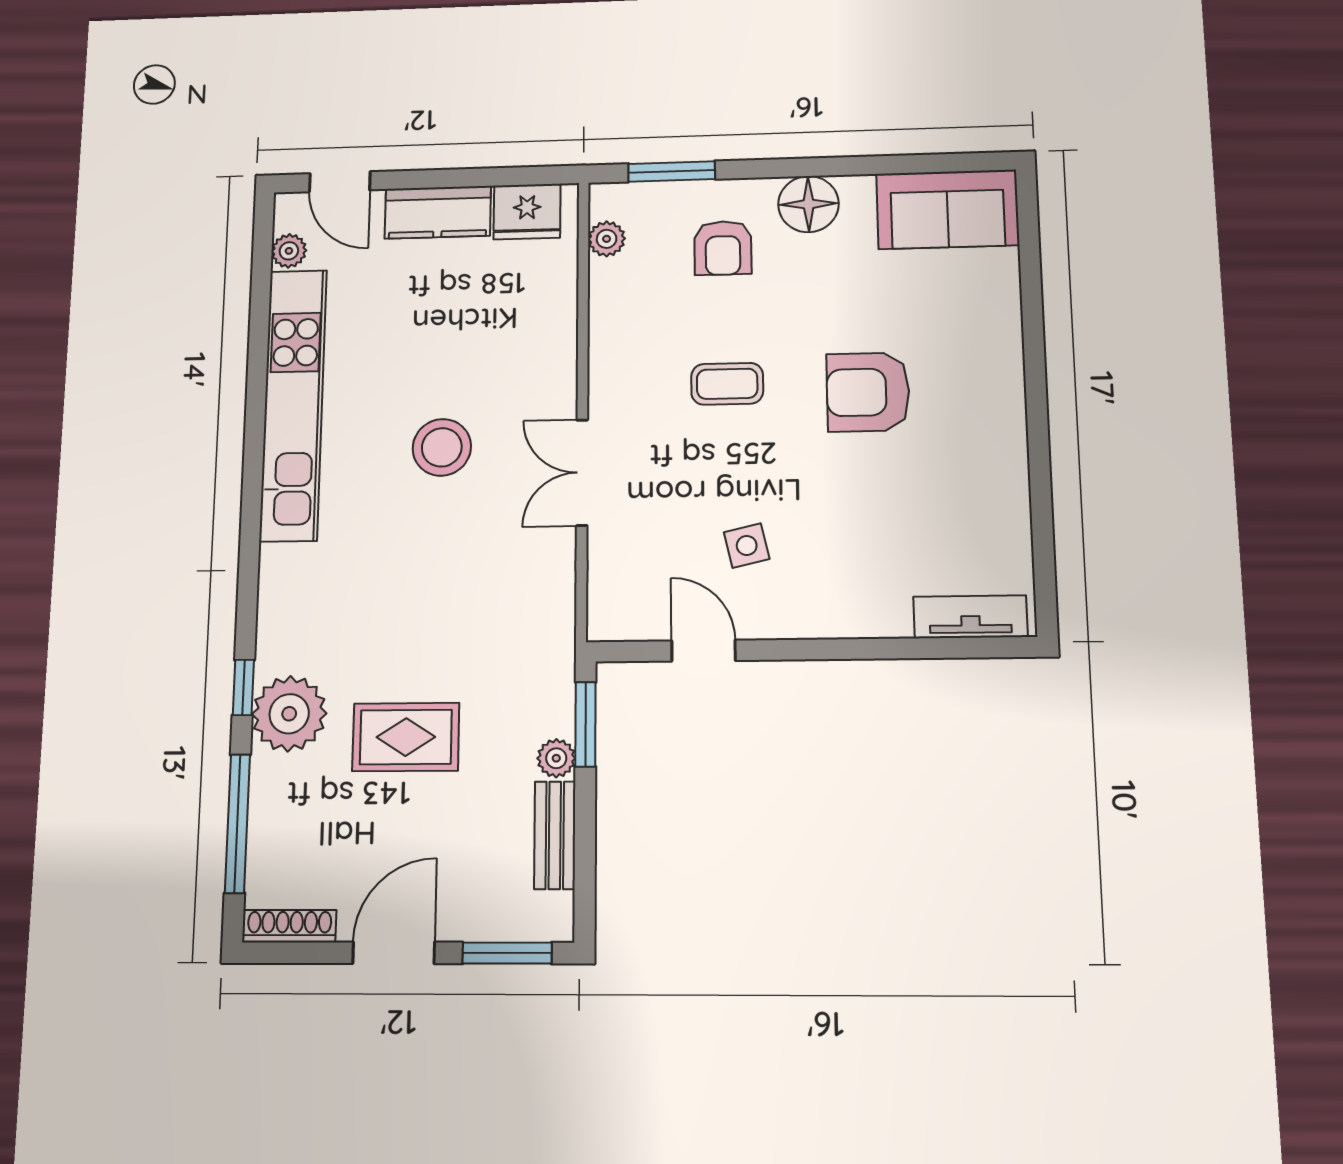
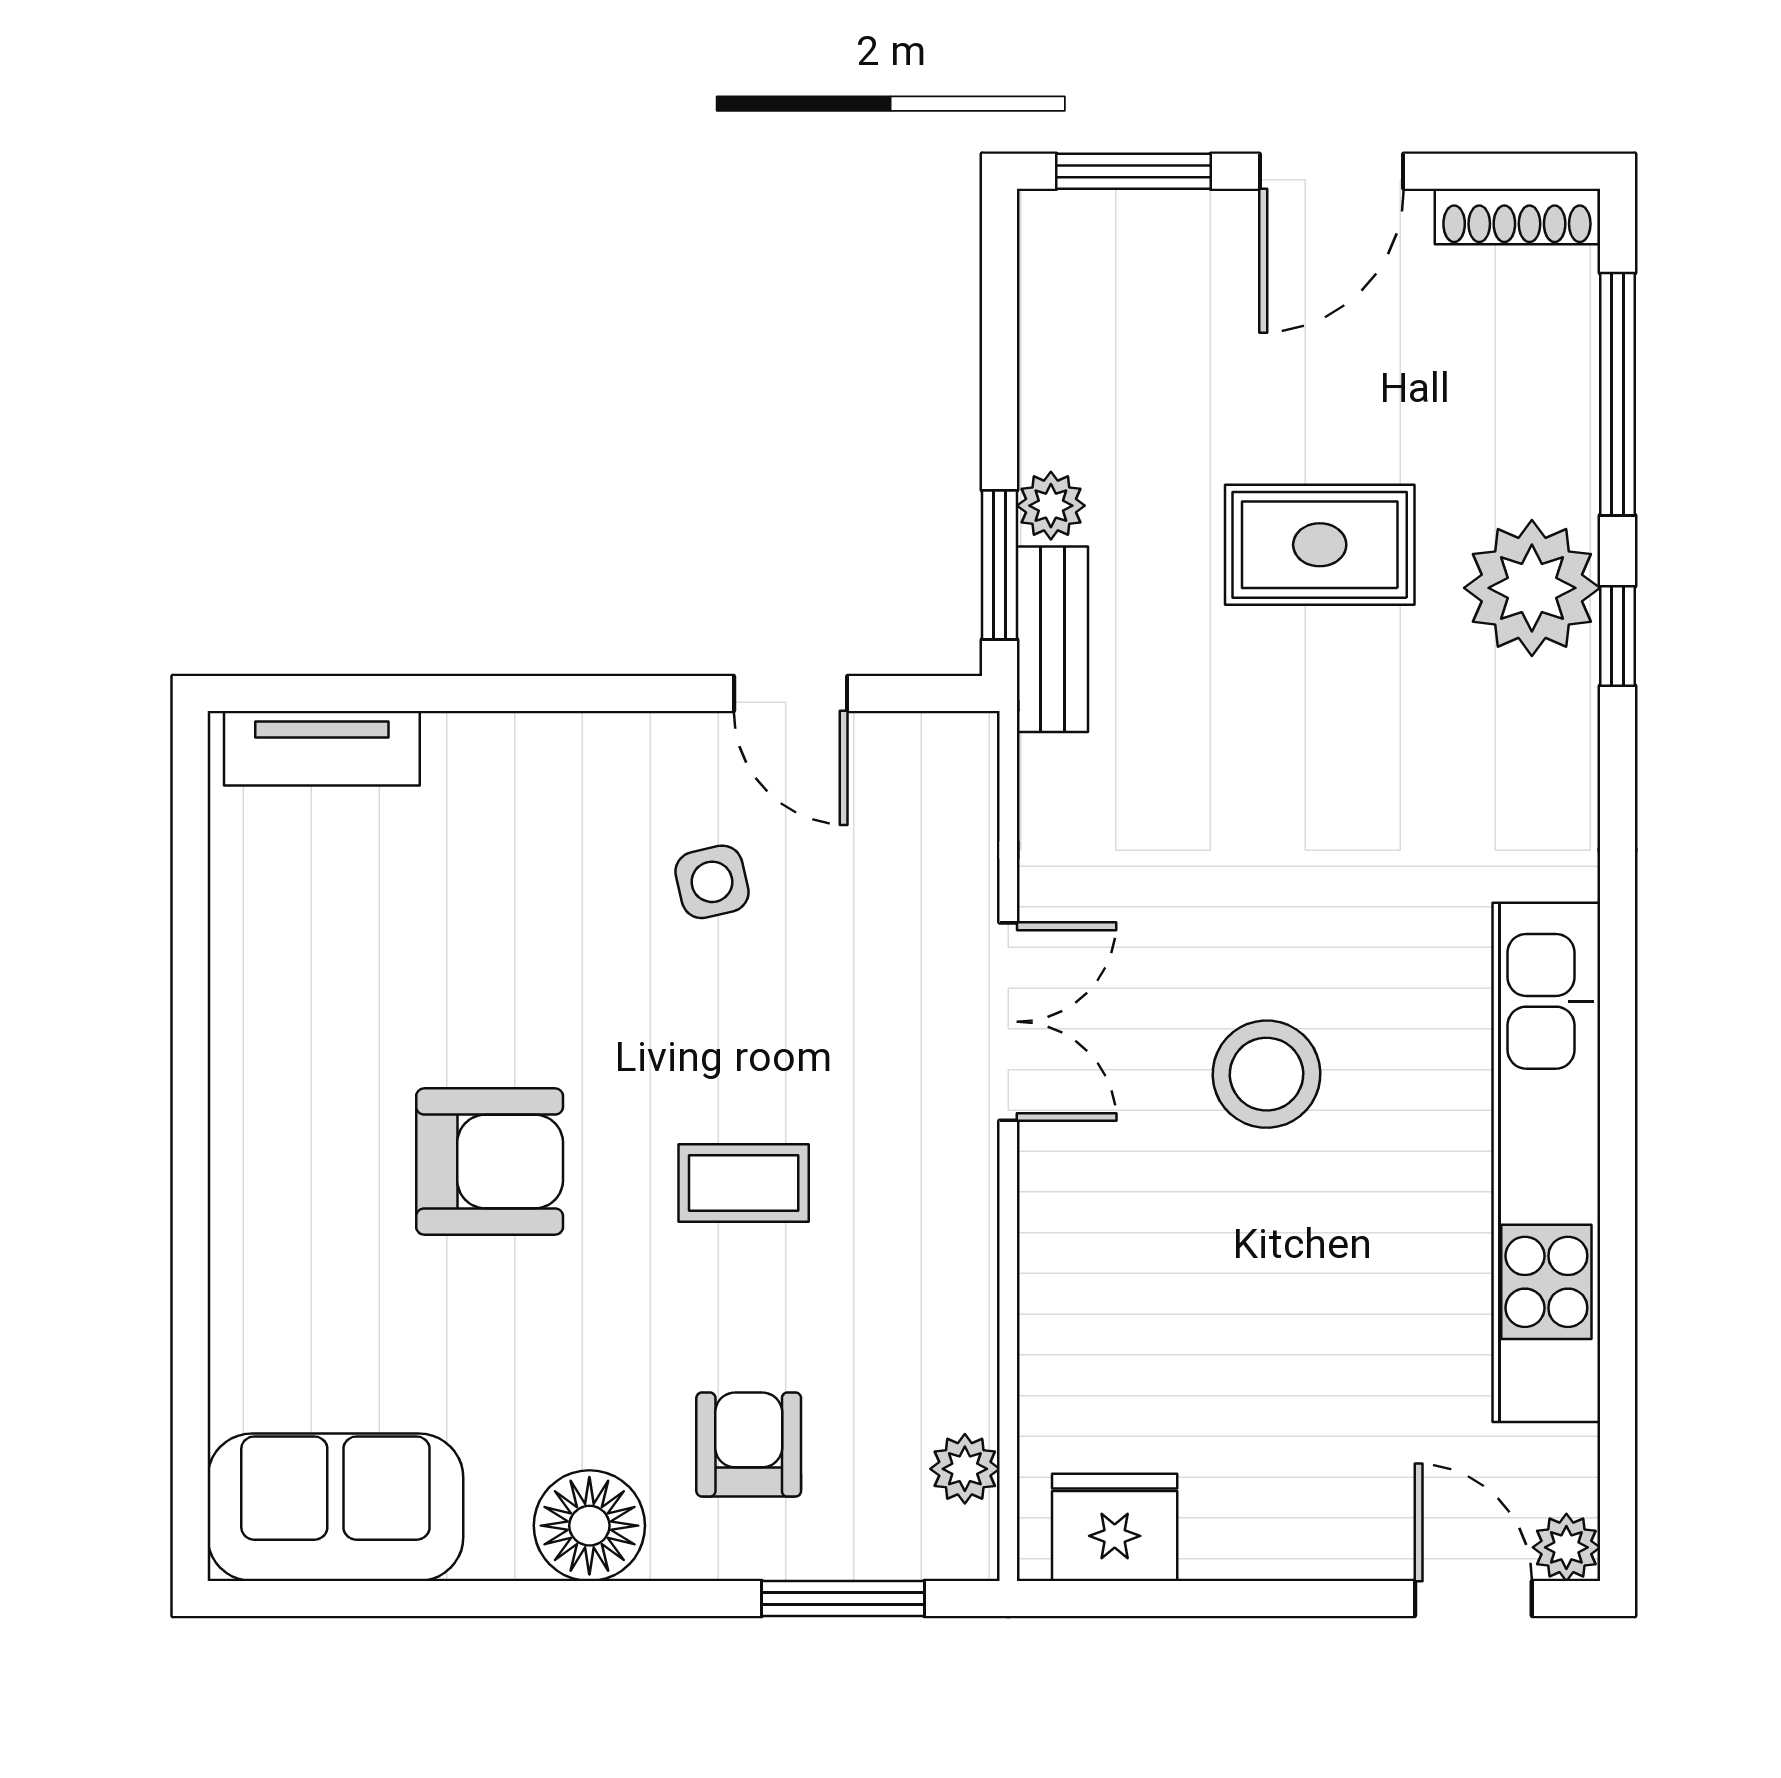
kitchen counter: (438, 212) -> (1284, 1531), removed
plant: (289, 251) -> (1566, 1547), moved
bench: (555, 835) -> (1052, 639), moved

